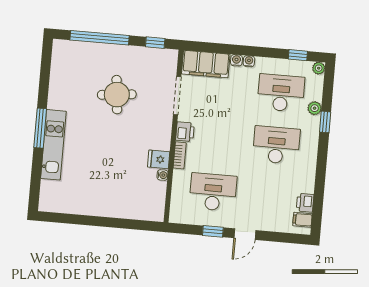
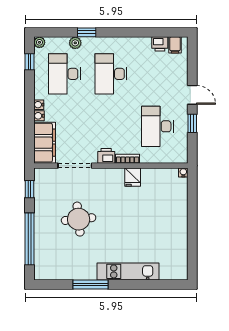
window: (40, 128) -> (91, 284), moved
water cooler: (162, 175) -> (183, 172), moved

